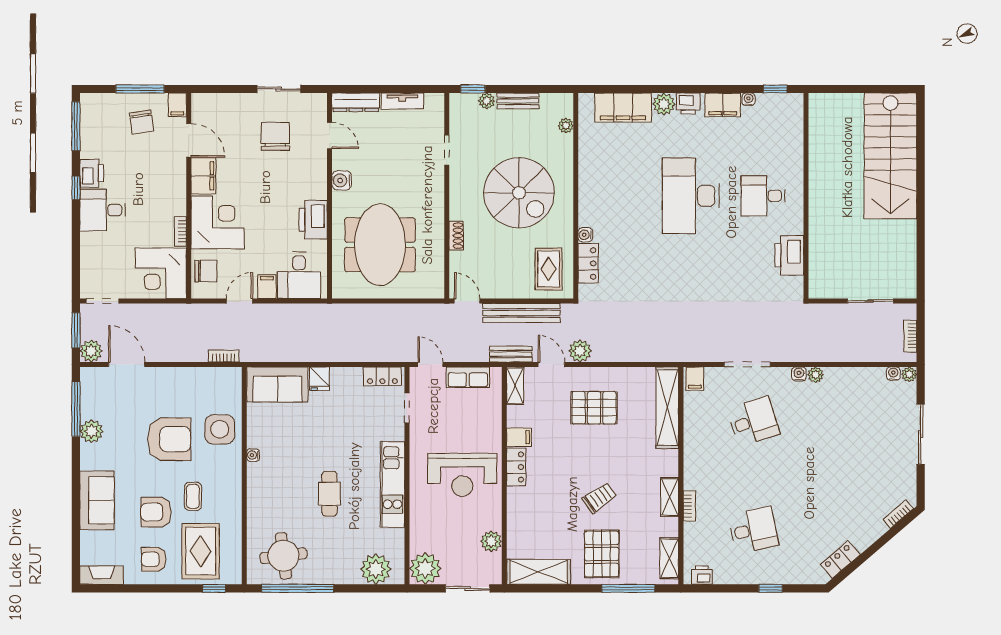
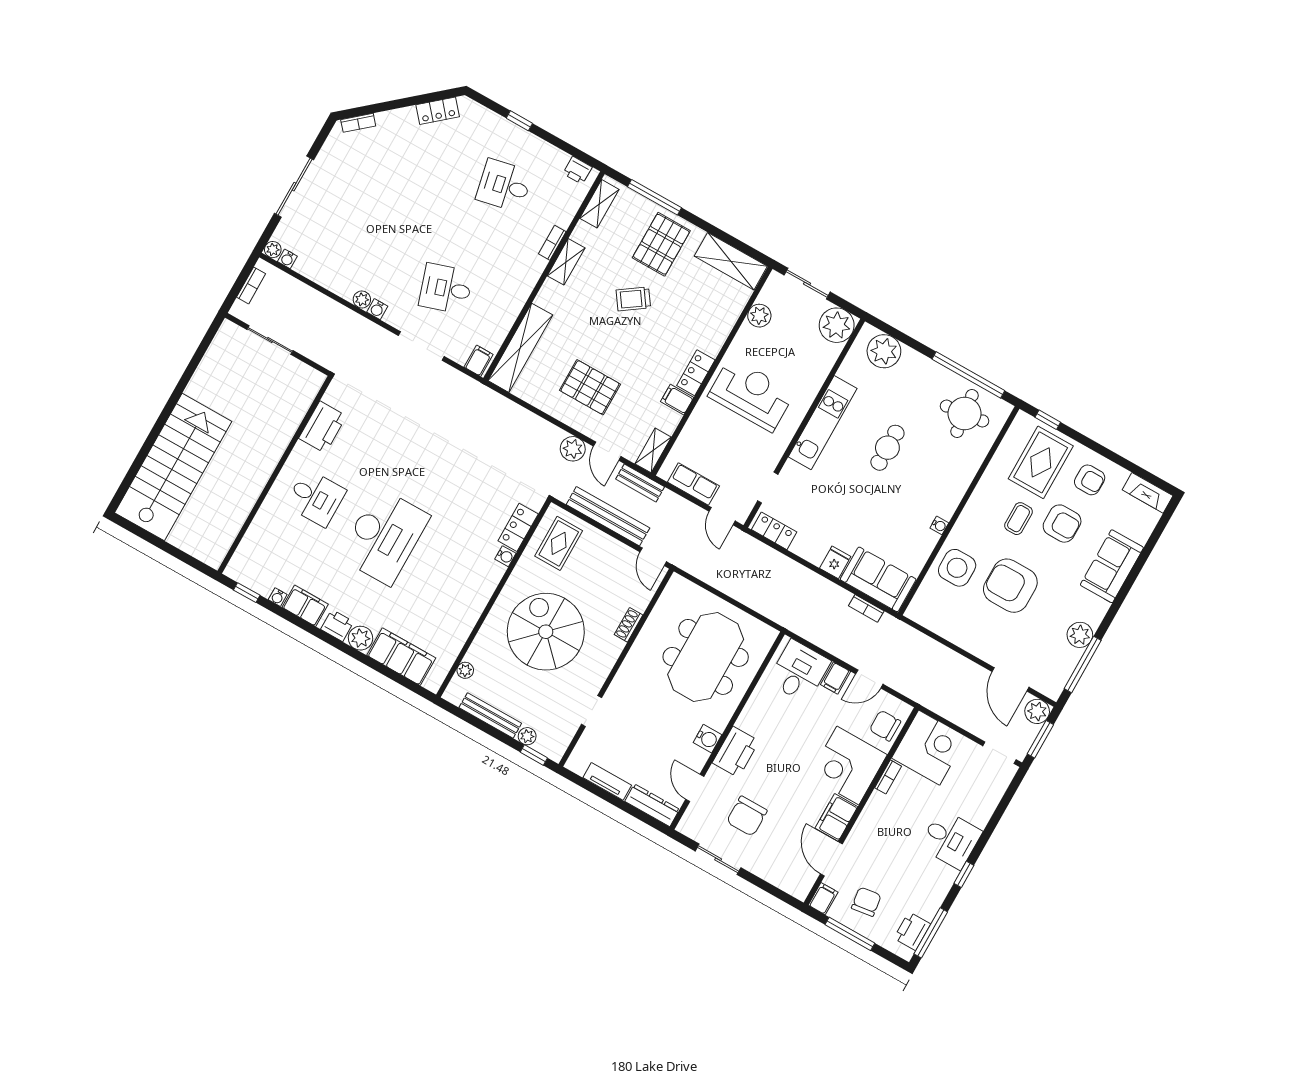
bench: (518, 101) -> (490, 715), width x1.36
printer: (92, 173) -> (912, 931), moved
printer: (313, 220) -> (736, 752), moved
bookcase: (224, 356) -> (866, 608), moved

